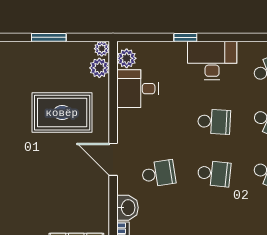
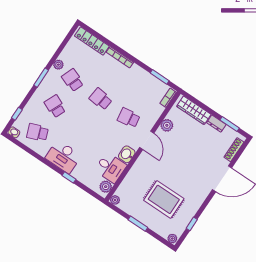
plant: (99, 68) -> (167, 125), moved
rug: (62, 113) -> (164, 199), moved
school desk: (214, 122) -> (83, 125), removed
washbasin: (128, 208) -> (127, 154), moved

